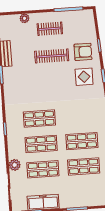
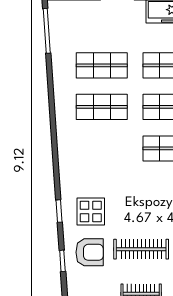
armchair: (83, 52) -> (90, 252), turned 180

